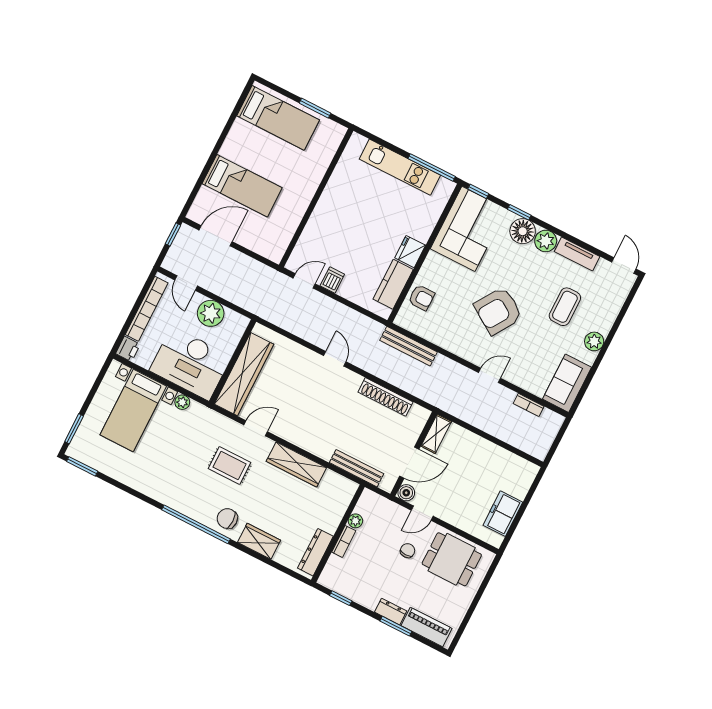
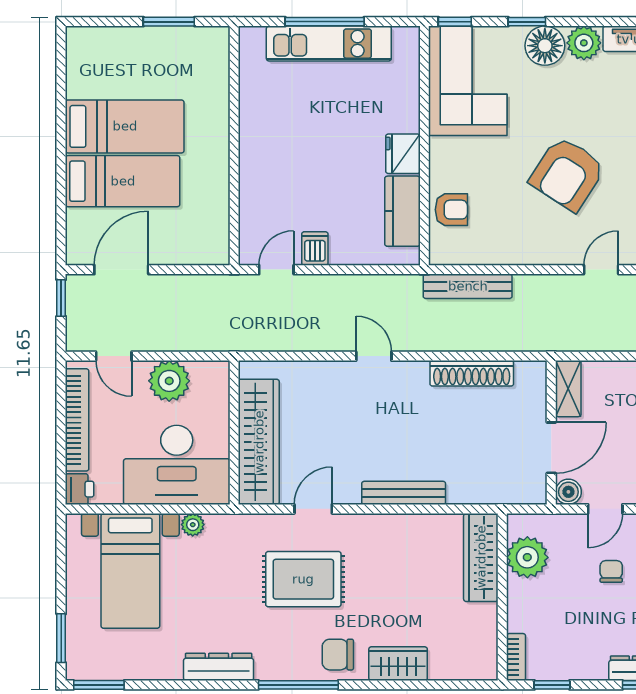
bed: (278, 118) -> (125, 126), moved
window: (432, 168) -> (325, 22), moved
wardrobe: (296, 464) -> (481, 557), moved, turned 90
rug: (230, 465) -> (303, 579), width x1.36, depth x1.43
bench: (357, 468) -> (404, 493), moved
plant: (355, 521) -> (527, 557), width x1.88, depth x1.88
window: (196, 524) -> (298, 685), width x0.68
bookcase: (344, 541) -> (516, 657), moved
dresser: (315, 552) -> (219, 667), moved, turned 90

